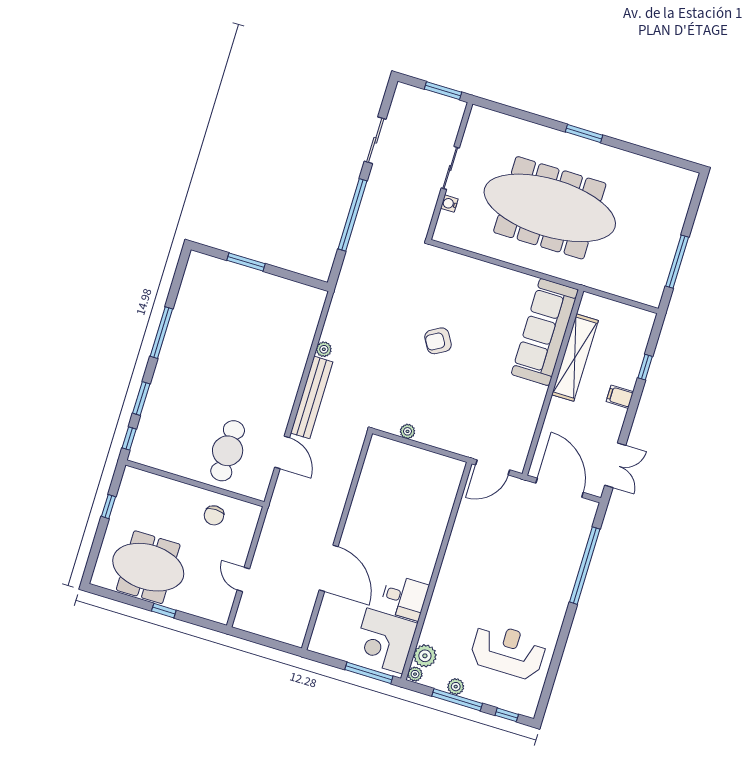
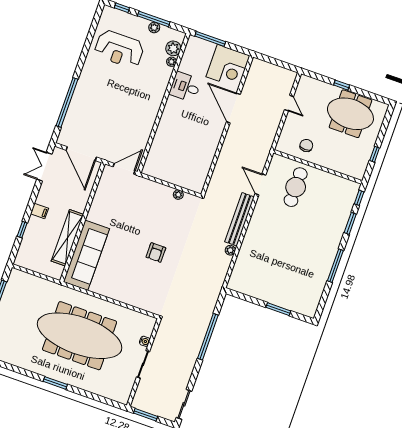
sliding door: (375, 140) -> (184, 404), moved
armchair: (438, 341) -> (156, 252), turned 120
corner desk: (385, 641) -> (228, 66), moved, turned 90
plant: (415, 674) -> (171, 62), moved

